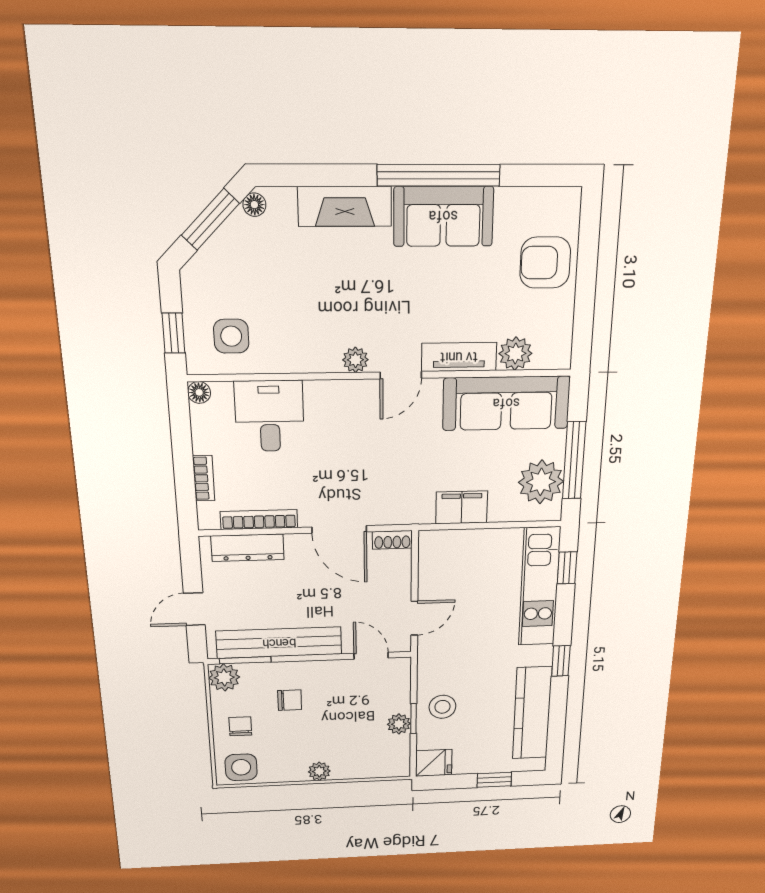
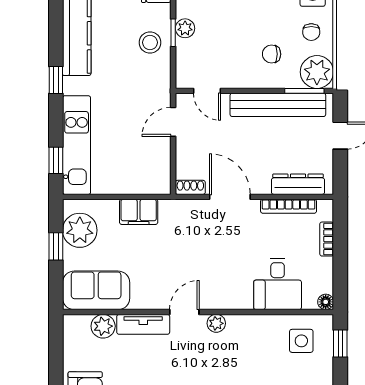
sofa: (506, 403) -> (96, 290), width x0.73
window: (574, 460) -> (56, 246), width x0.46
plant: (224, 677) -> (317, 72), width x1.36, depth x1.36

